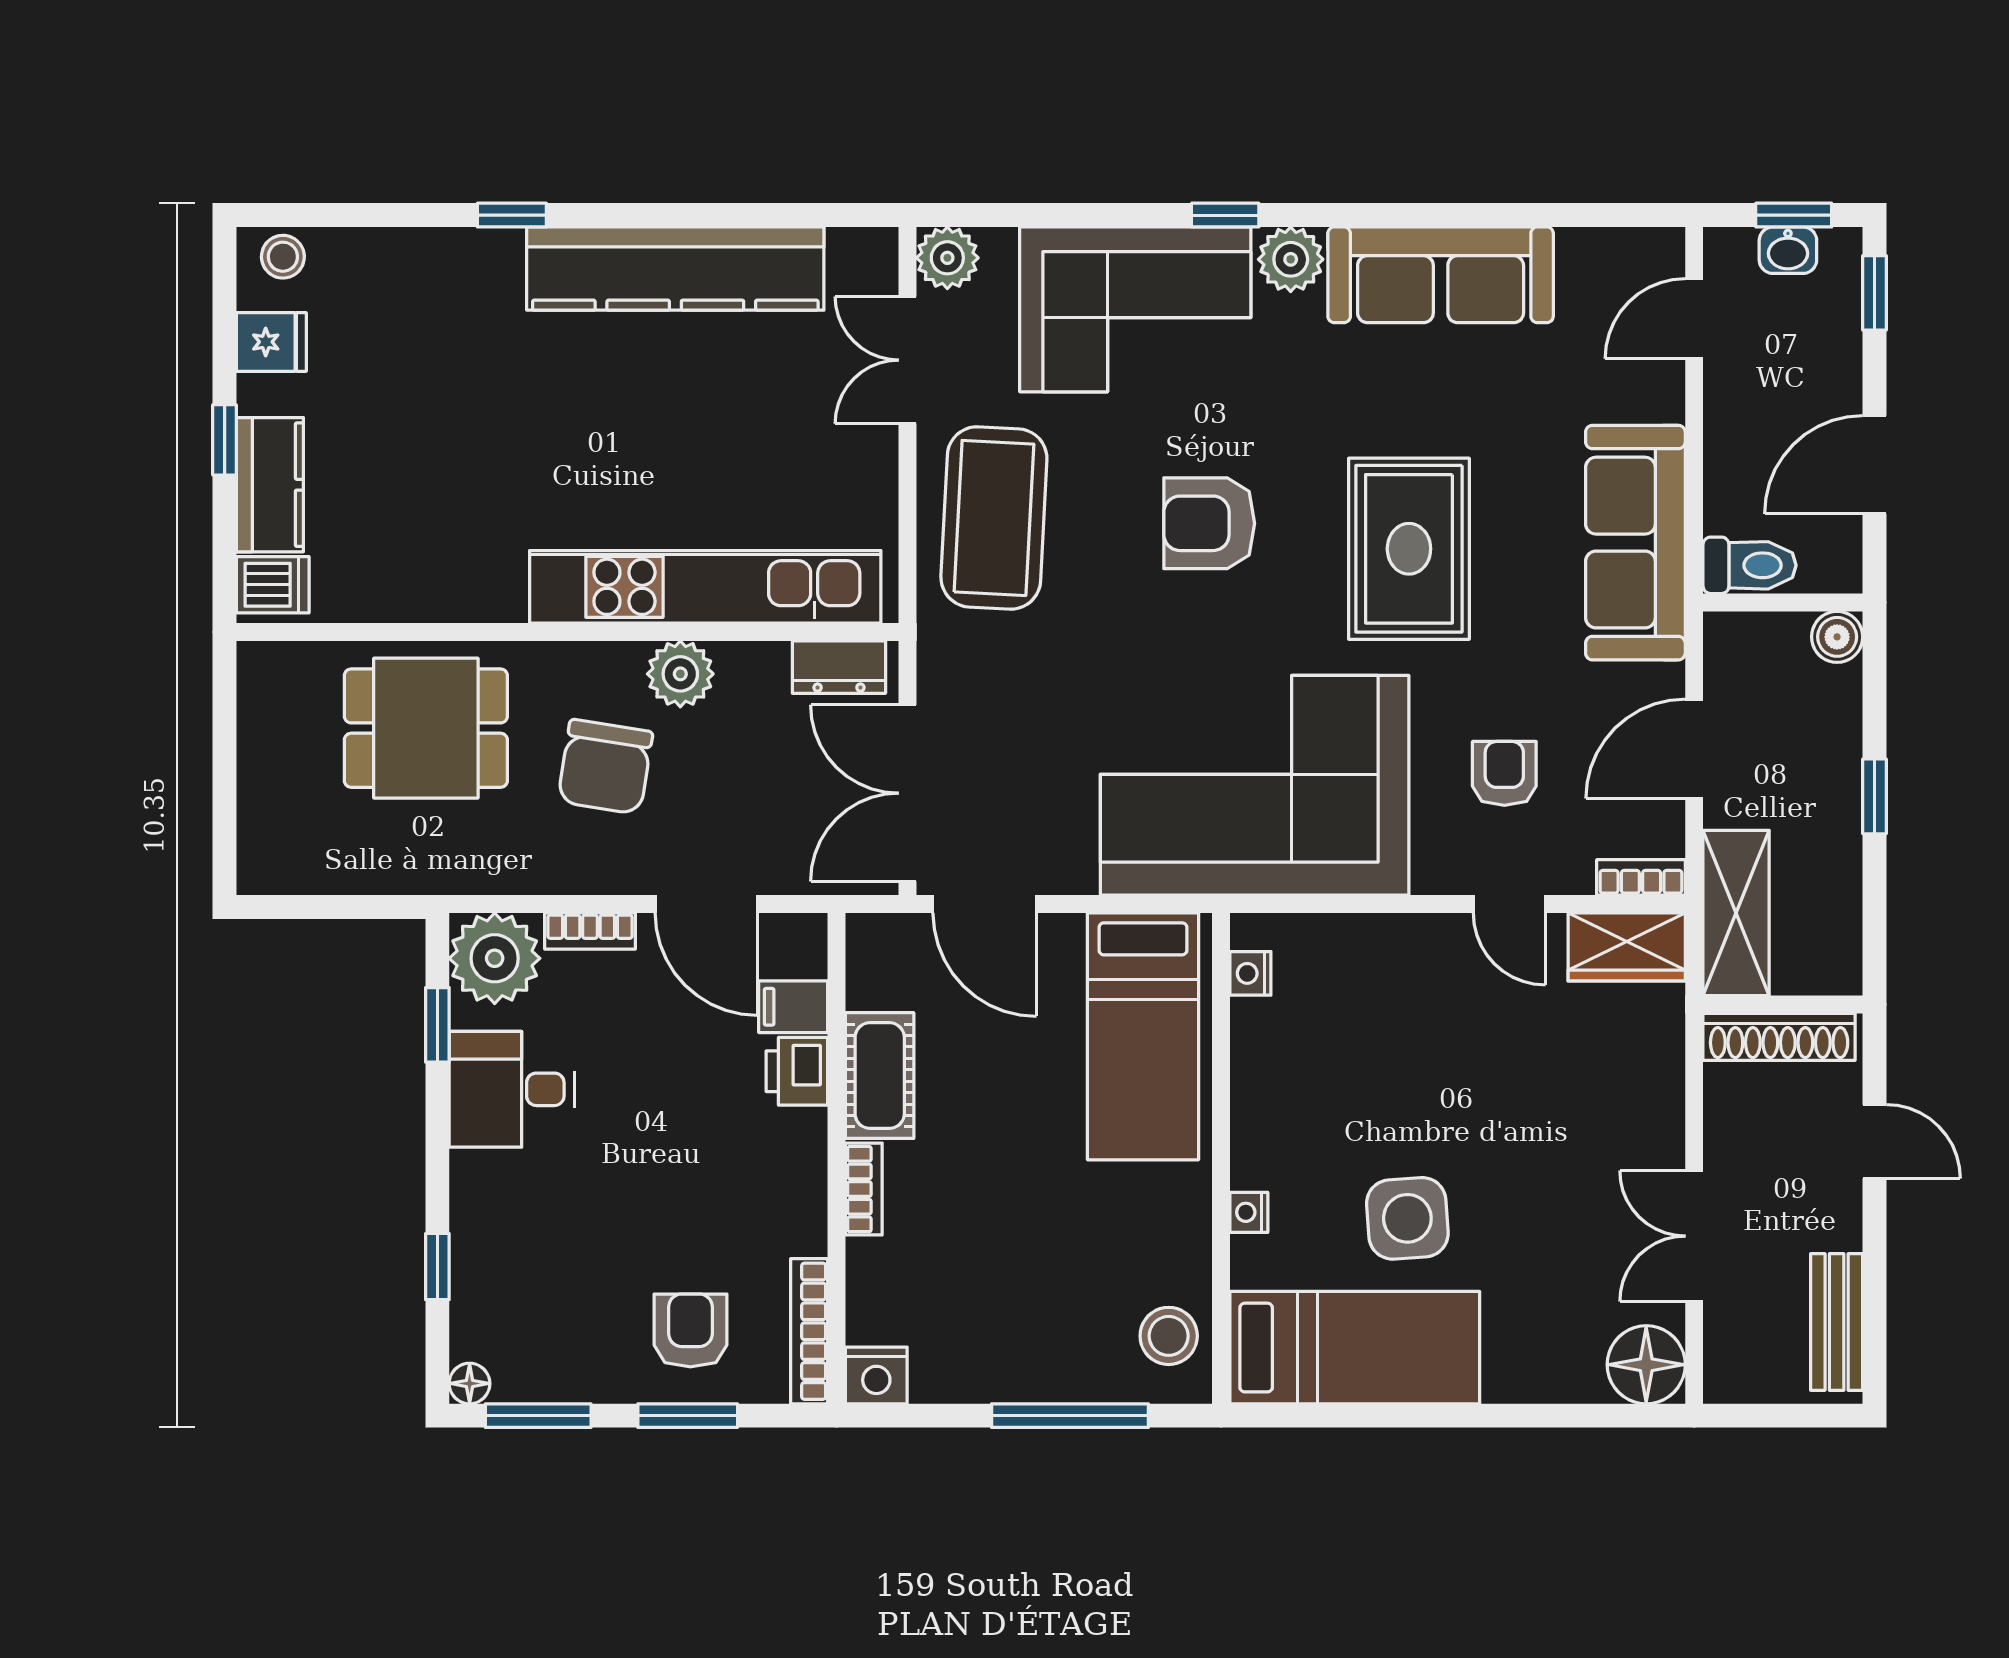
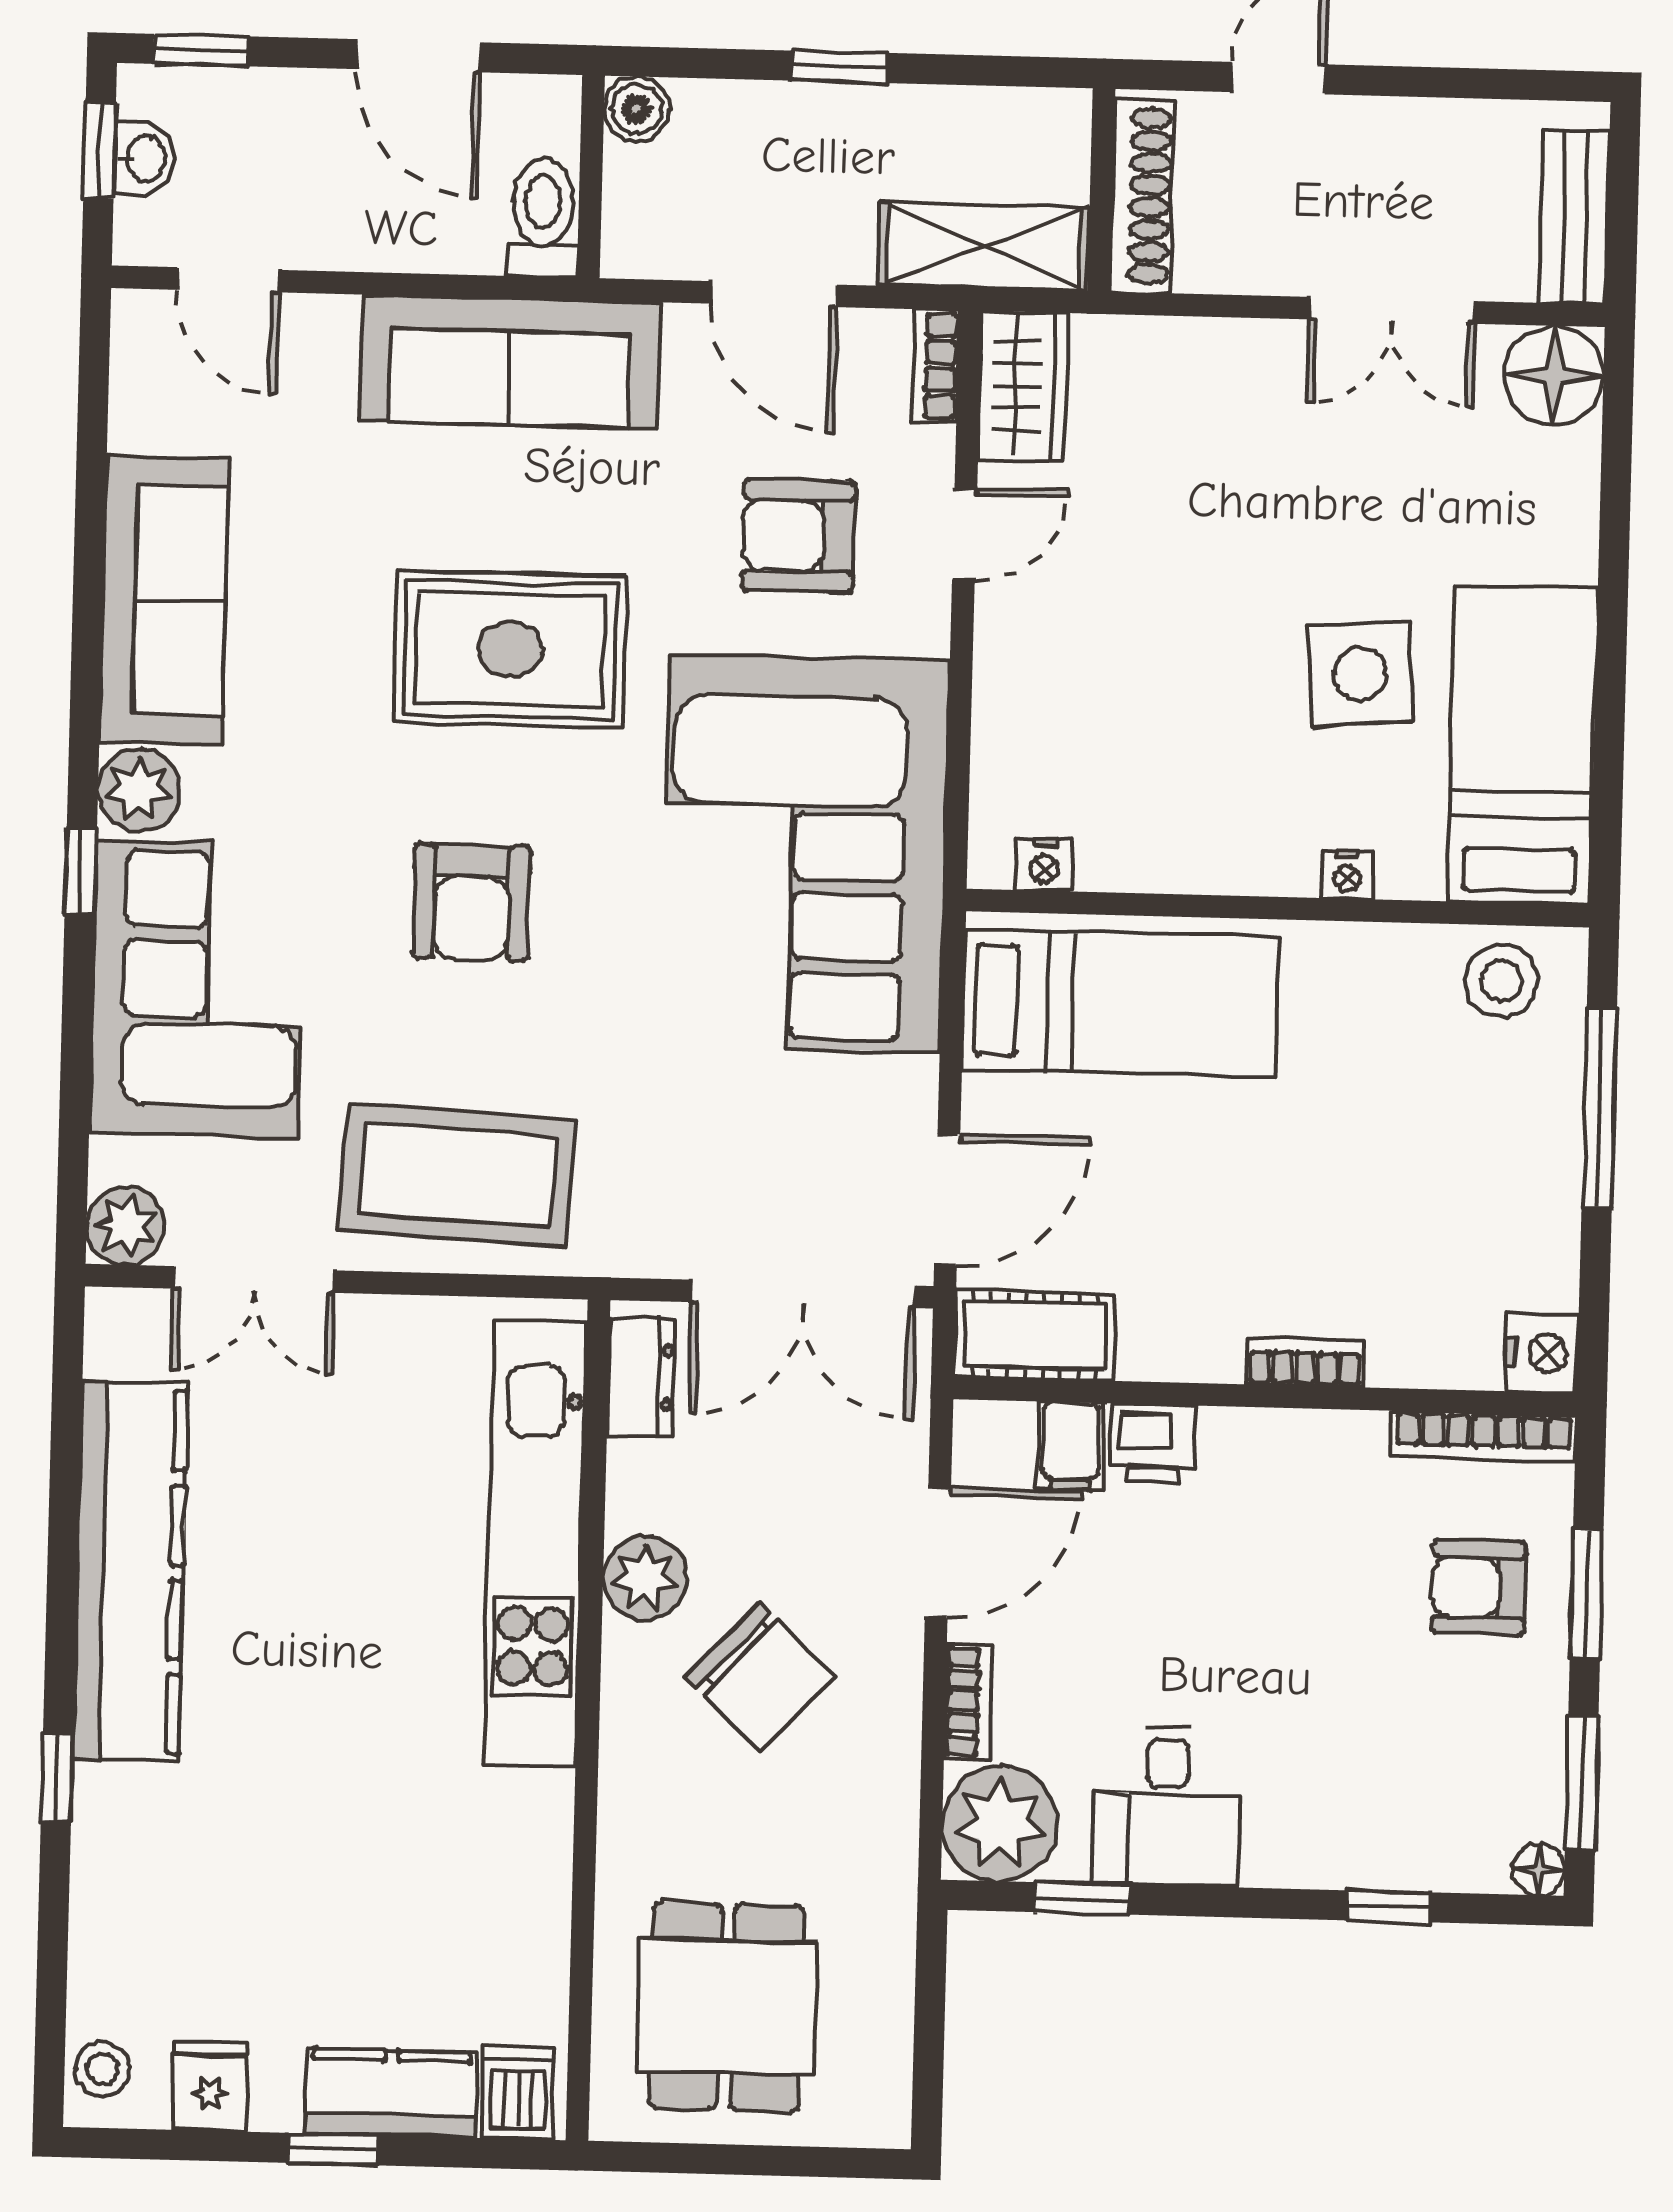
dining table: (426, 728) -> (726, 2007), moved
chair: (605, 767) -> (760, 1677), turned 34
armchair: (1504, 773) -> (799, 536), width x1.38, depth x1.38
cot: (880, 1076) -> (1035, 1335), moved
bench: (1837, 1322) -> (1574, 217), moved, turned 90

